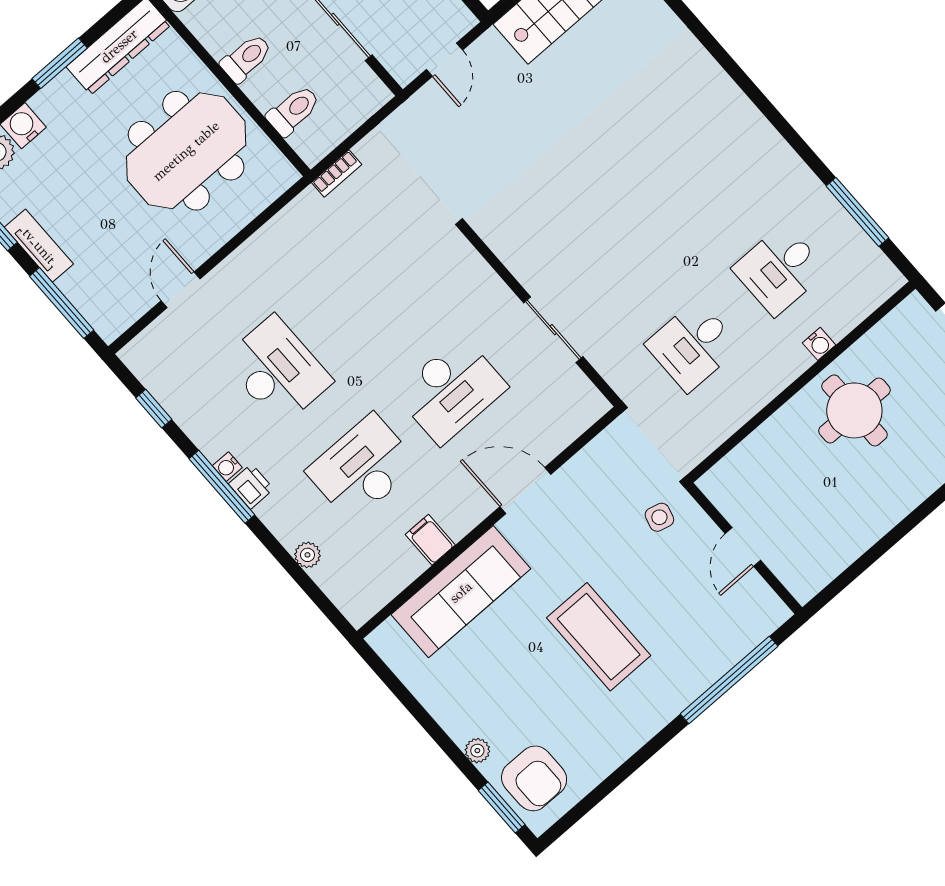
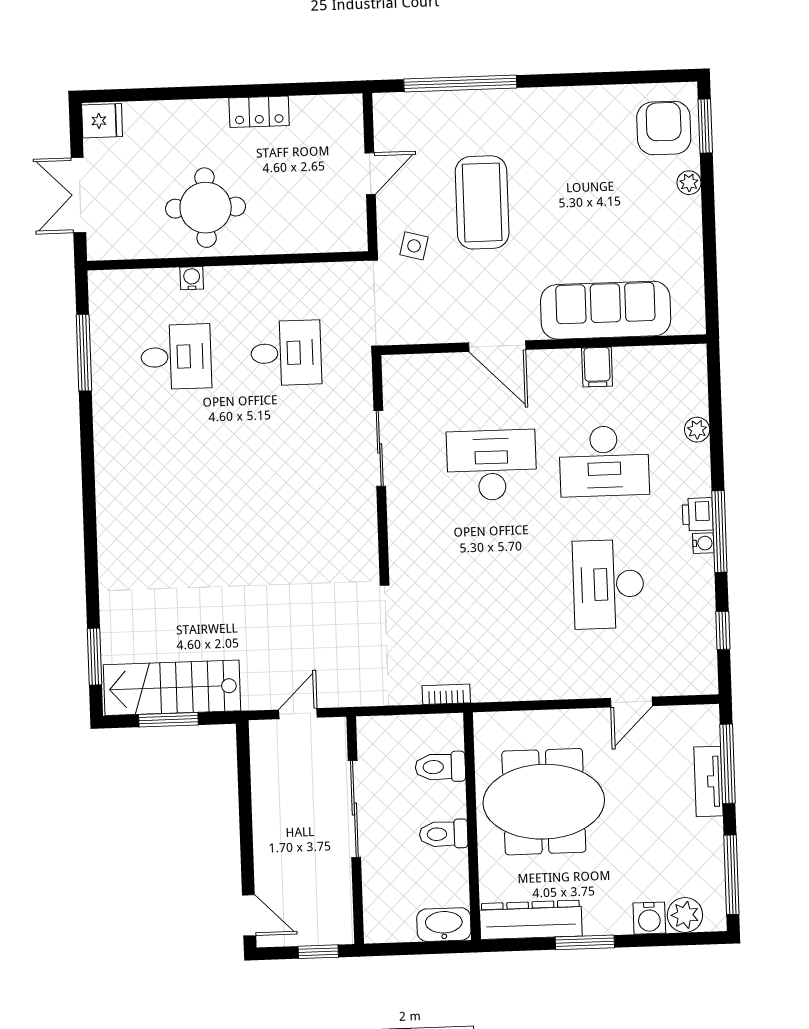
tv unit: (39, 246) -> (708, 781), moved
locker: (874, 524) -> (259, 112), added
coffee table: (599, 637) -> (482, 202), moved

